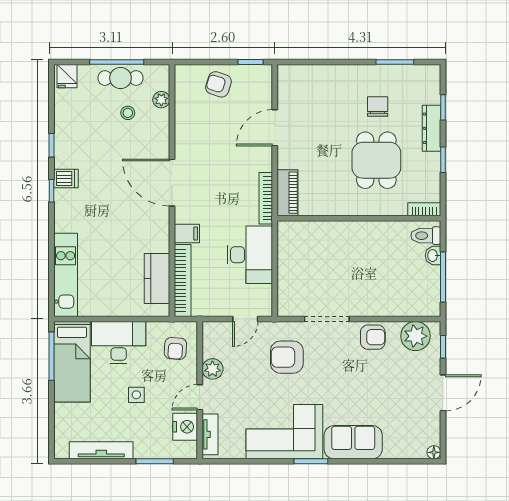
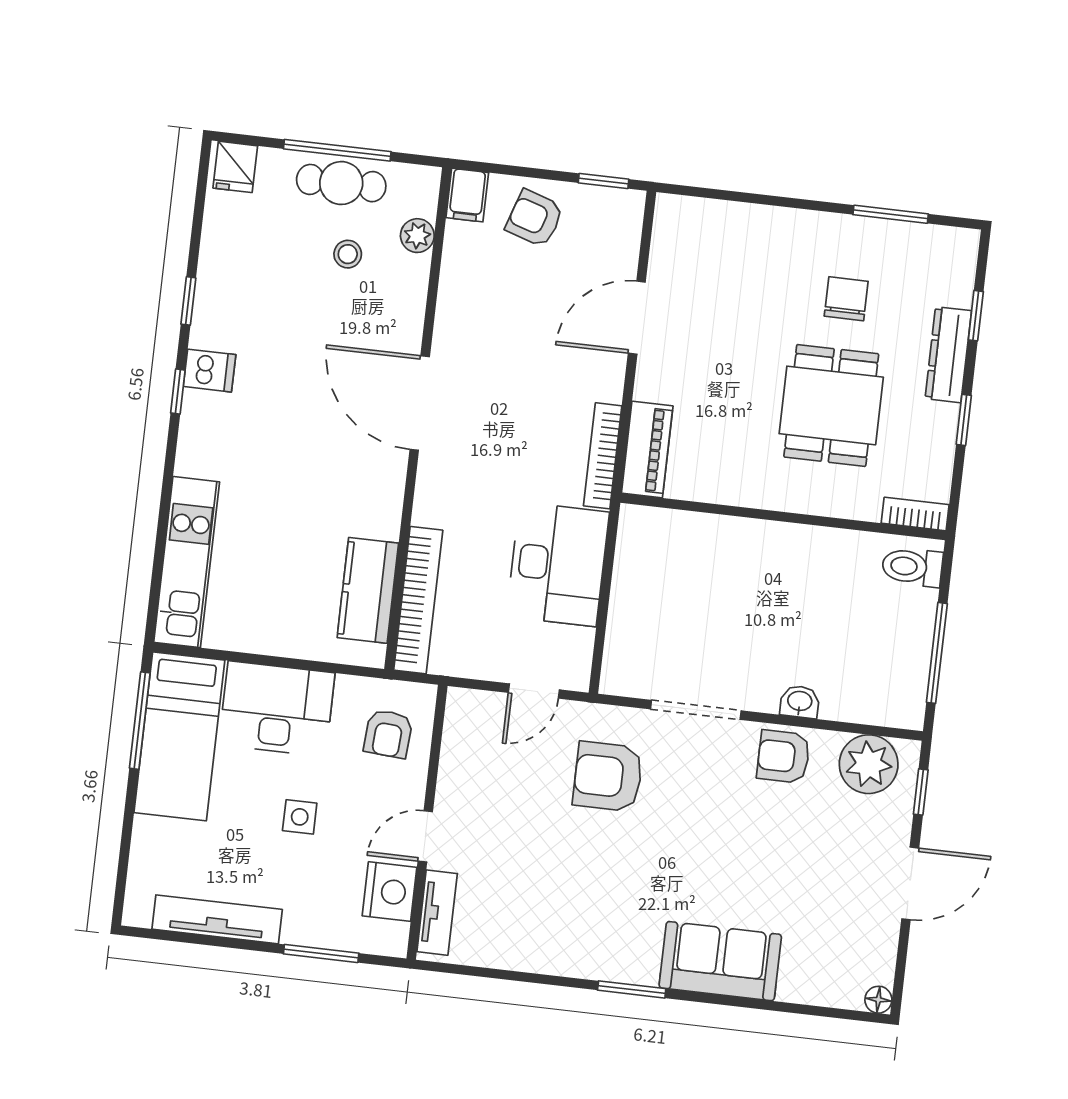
filing cabinet: (187, 233) -> (467, 195), moved, turned 90
washbasin: (433, 256) -> (800, 702), moved, turned 90
armchair: (373, 337) -> (783, 757), turned 180
plant: (212, 369) -> (457, 783), removed
corner sofa: (284, 432) -> (586, 924), removed

